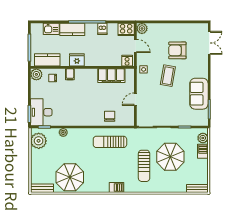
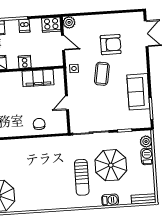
armchair: (177, 50) -> (111, 45), turned 180
cooker: (127, 61) -> (25, 62), moved
sun lounger: (110, 142) -> (41, 153), removed
barbecue: (117, 187) -> (110, 200), moved

